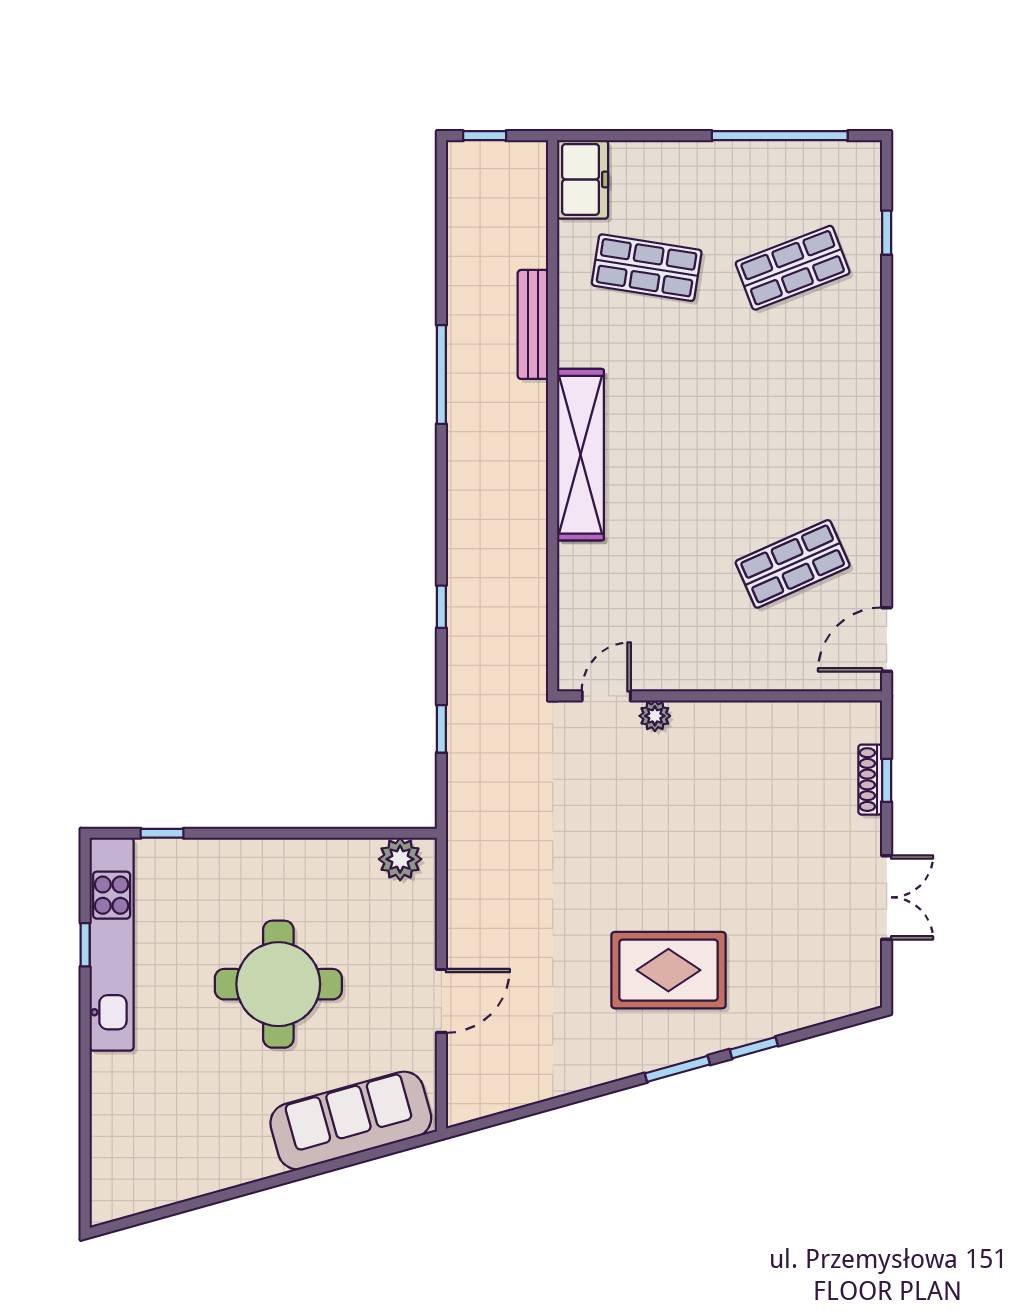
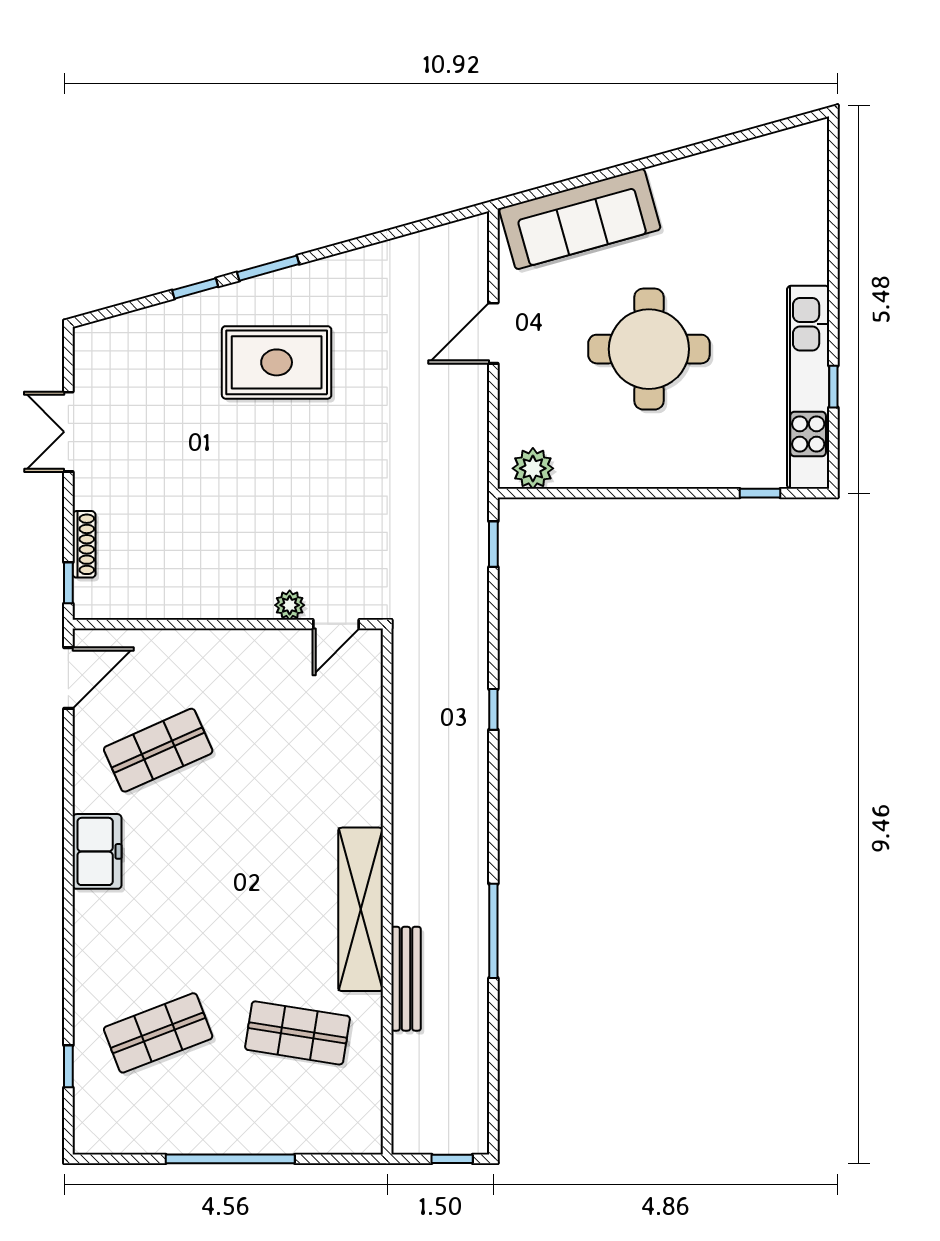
window: (780, 136) -> (230, 1159), moved
freezer: (583, 179) -> (97, 851), moved, turned 180
shelving: (580, 455) -> (361, 909), moved
window: (441, 729) -> (493, 544), moved
window: (887, 780) -> (68, 583), moved

